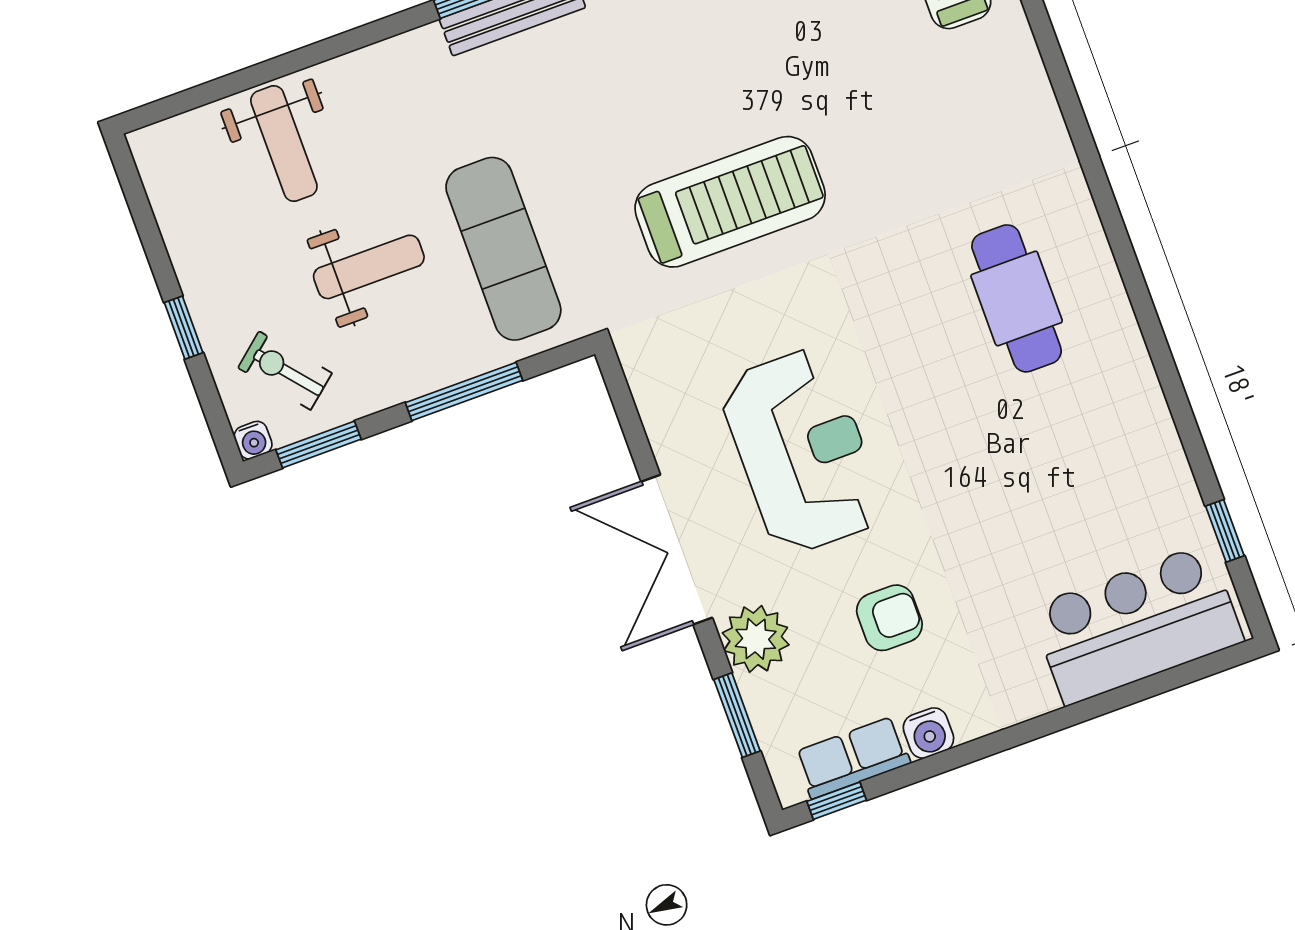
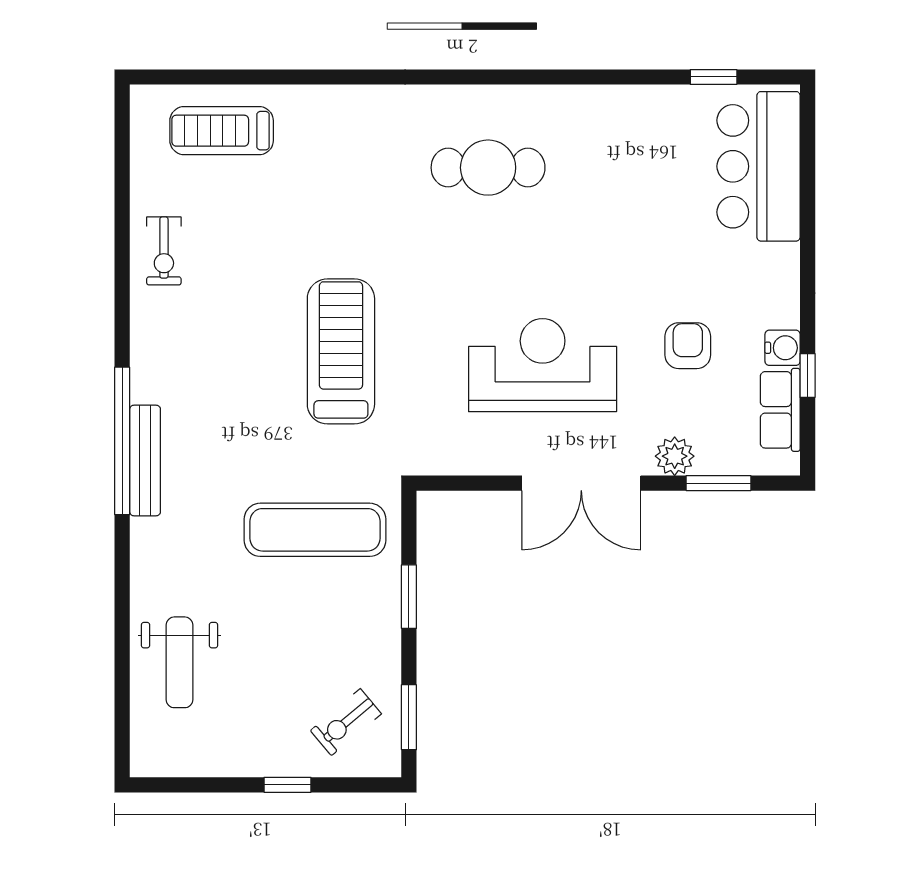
weight bench: (284, 144) -> (180, 662), turned 90
weight bench: (369, 267) -> (292, 633), removed
window: (464, 392) -> (409, 597), width x0.69
water cooler: (253, 440) -> (388, 764), removed
plant: (756, 639) -> (675, 456), width x0.73, depth x0.73
window: (837, 801) -> (808, 375), moved

